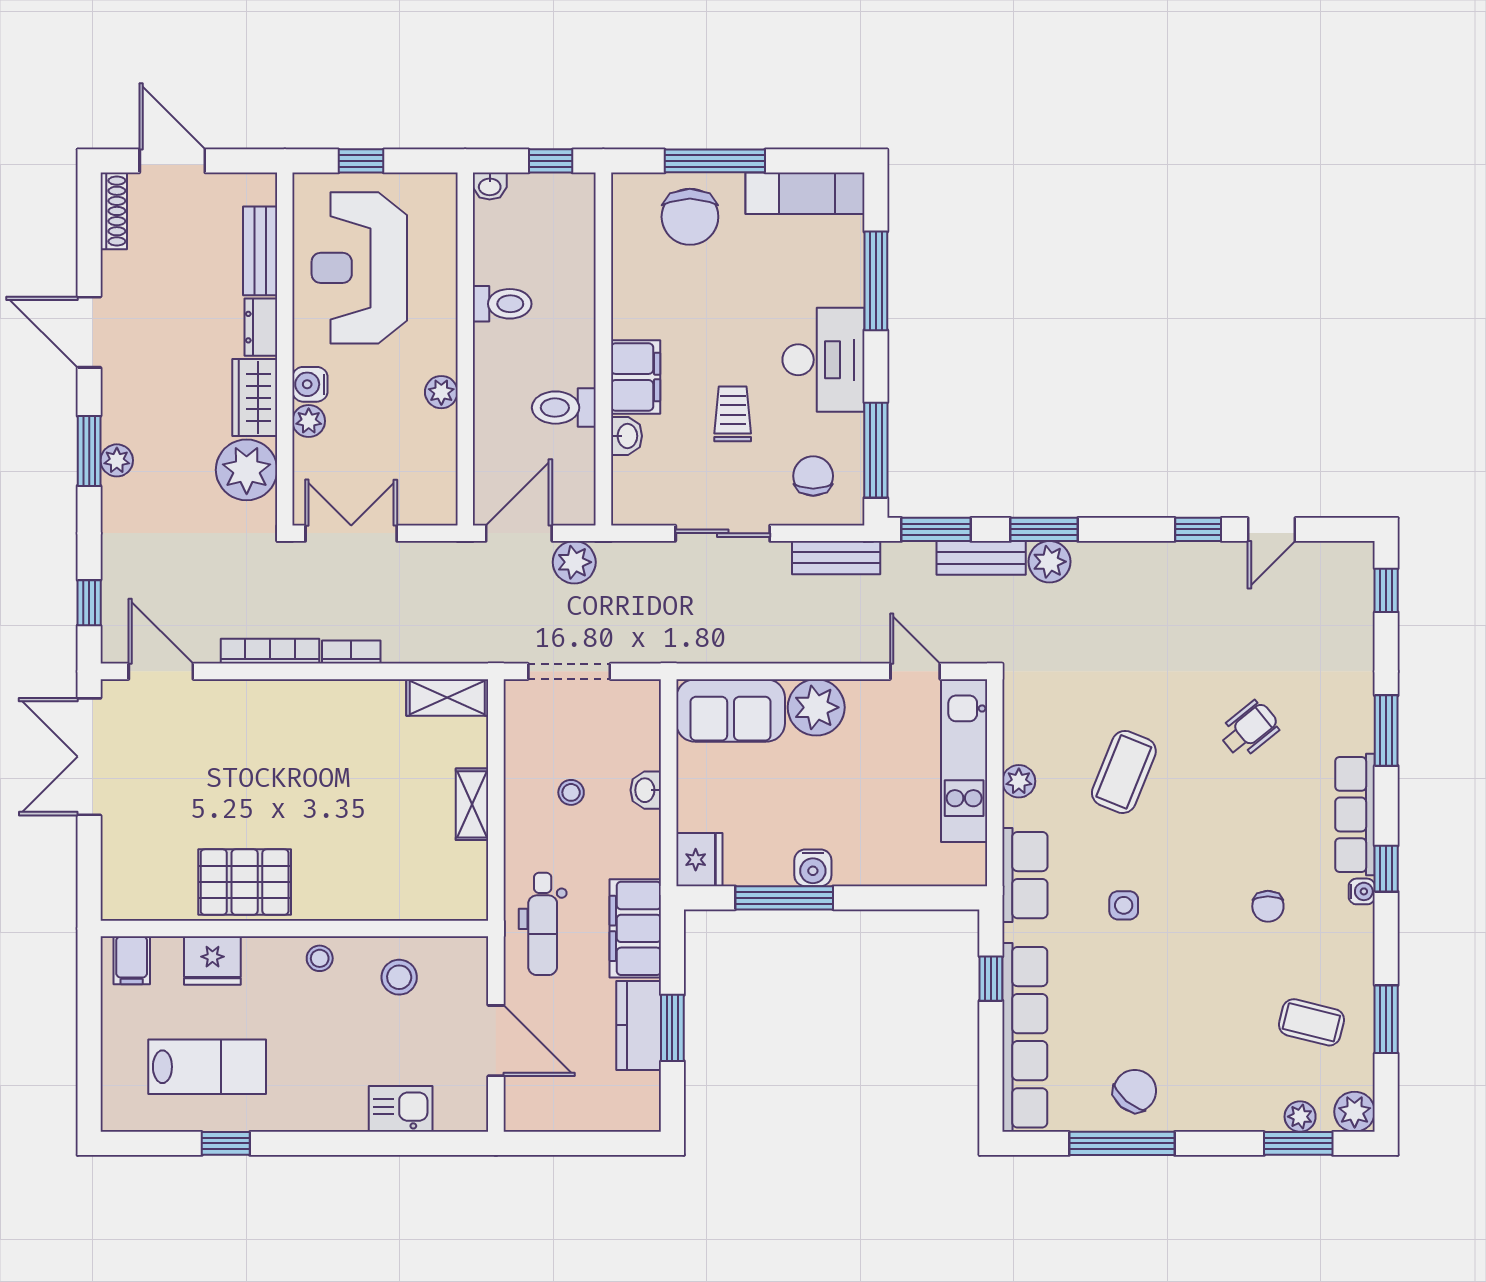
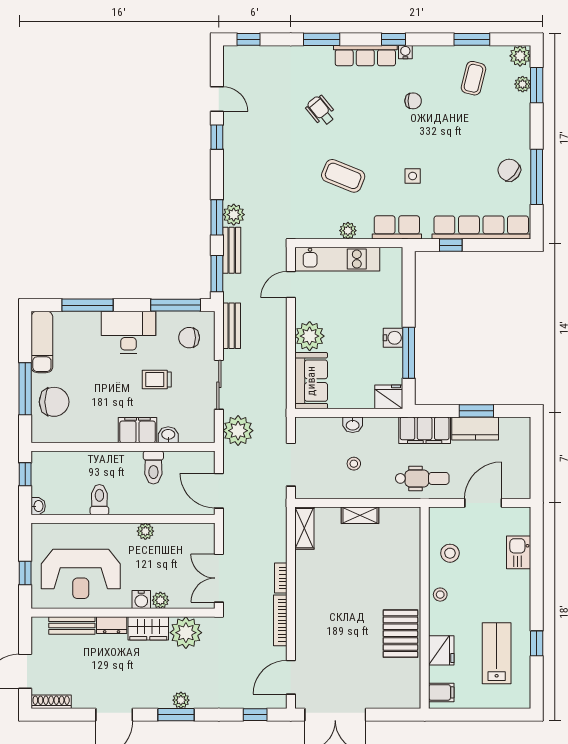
plant: (574, 562) -> (238, 431), moved, width x1.36, depth x1.36

